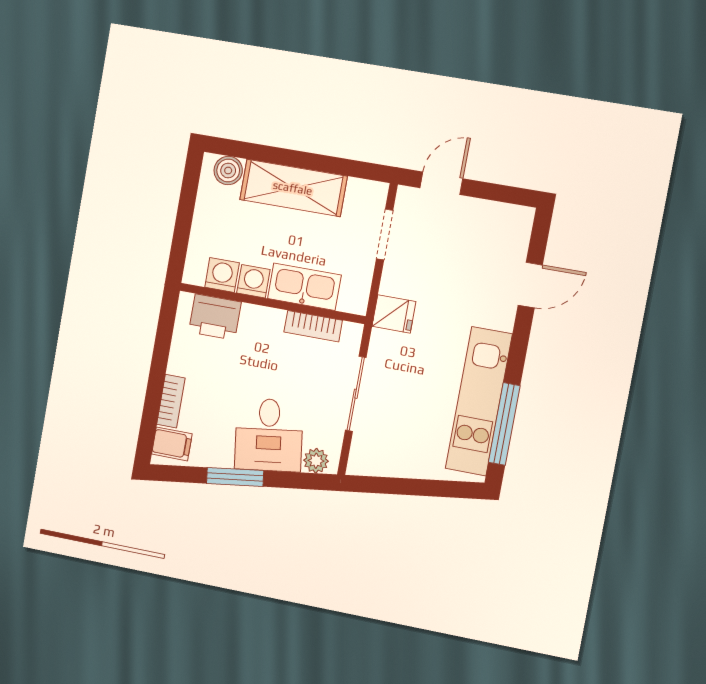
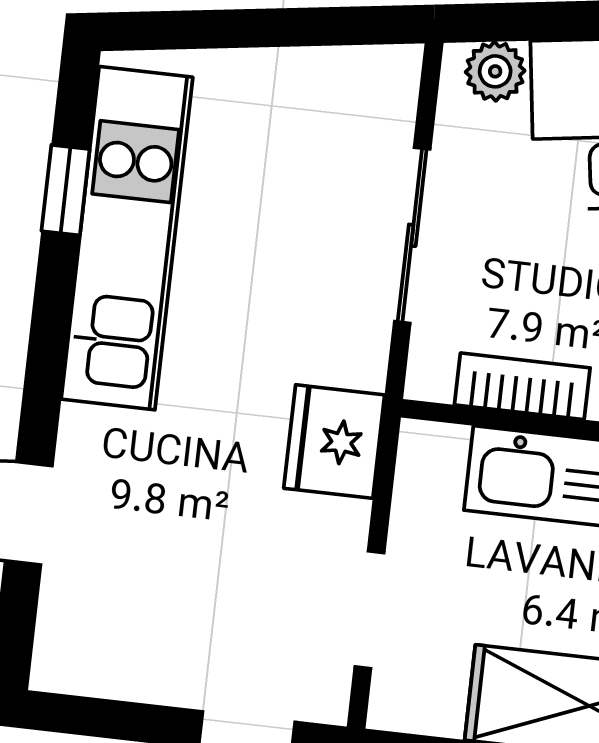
fridge: (394, 314) -> (334, 442), width x1.38
window: (504, 424) -> (66, 190), width x0.46

